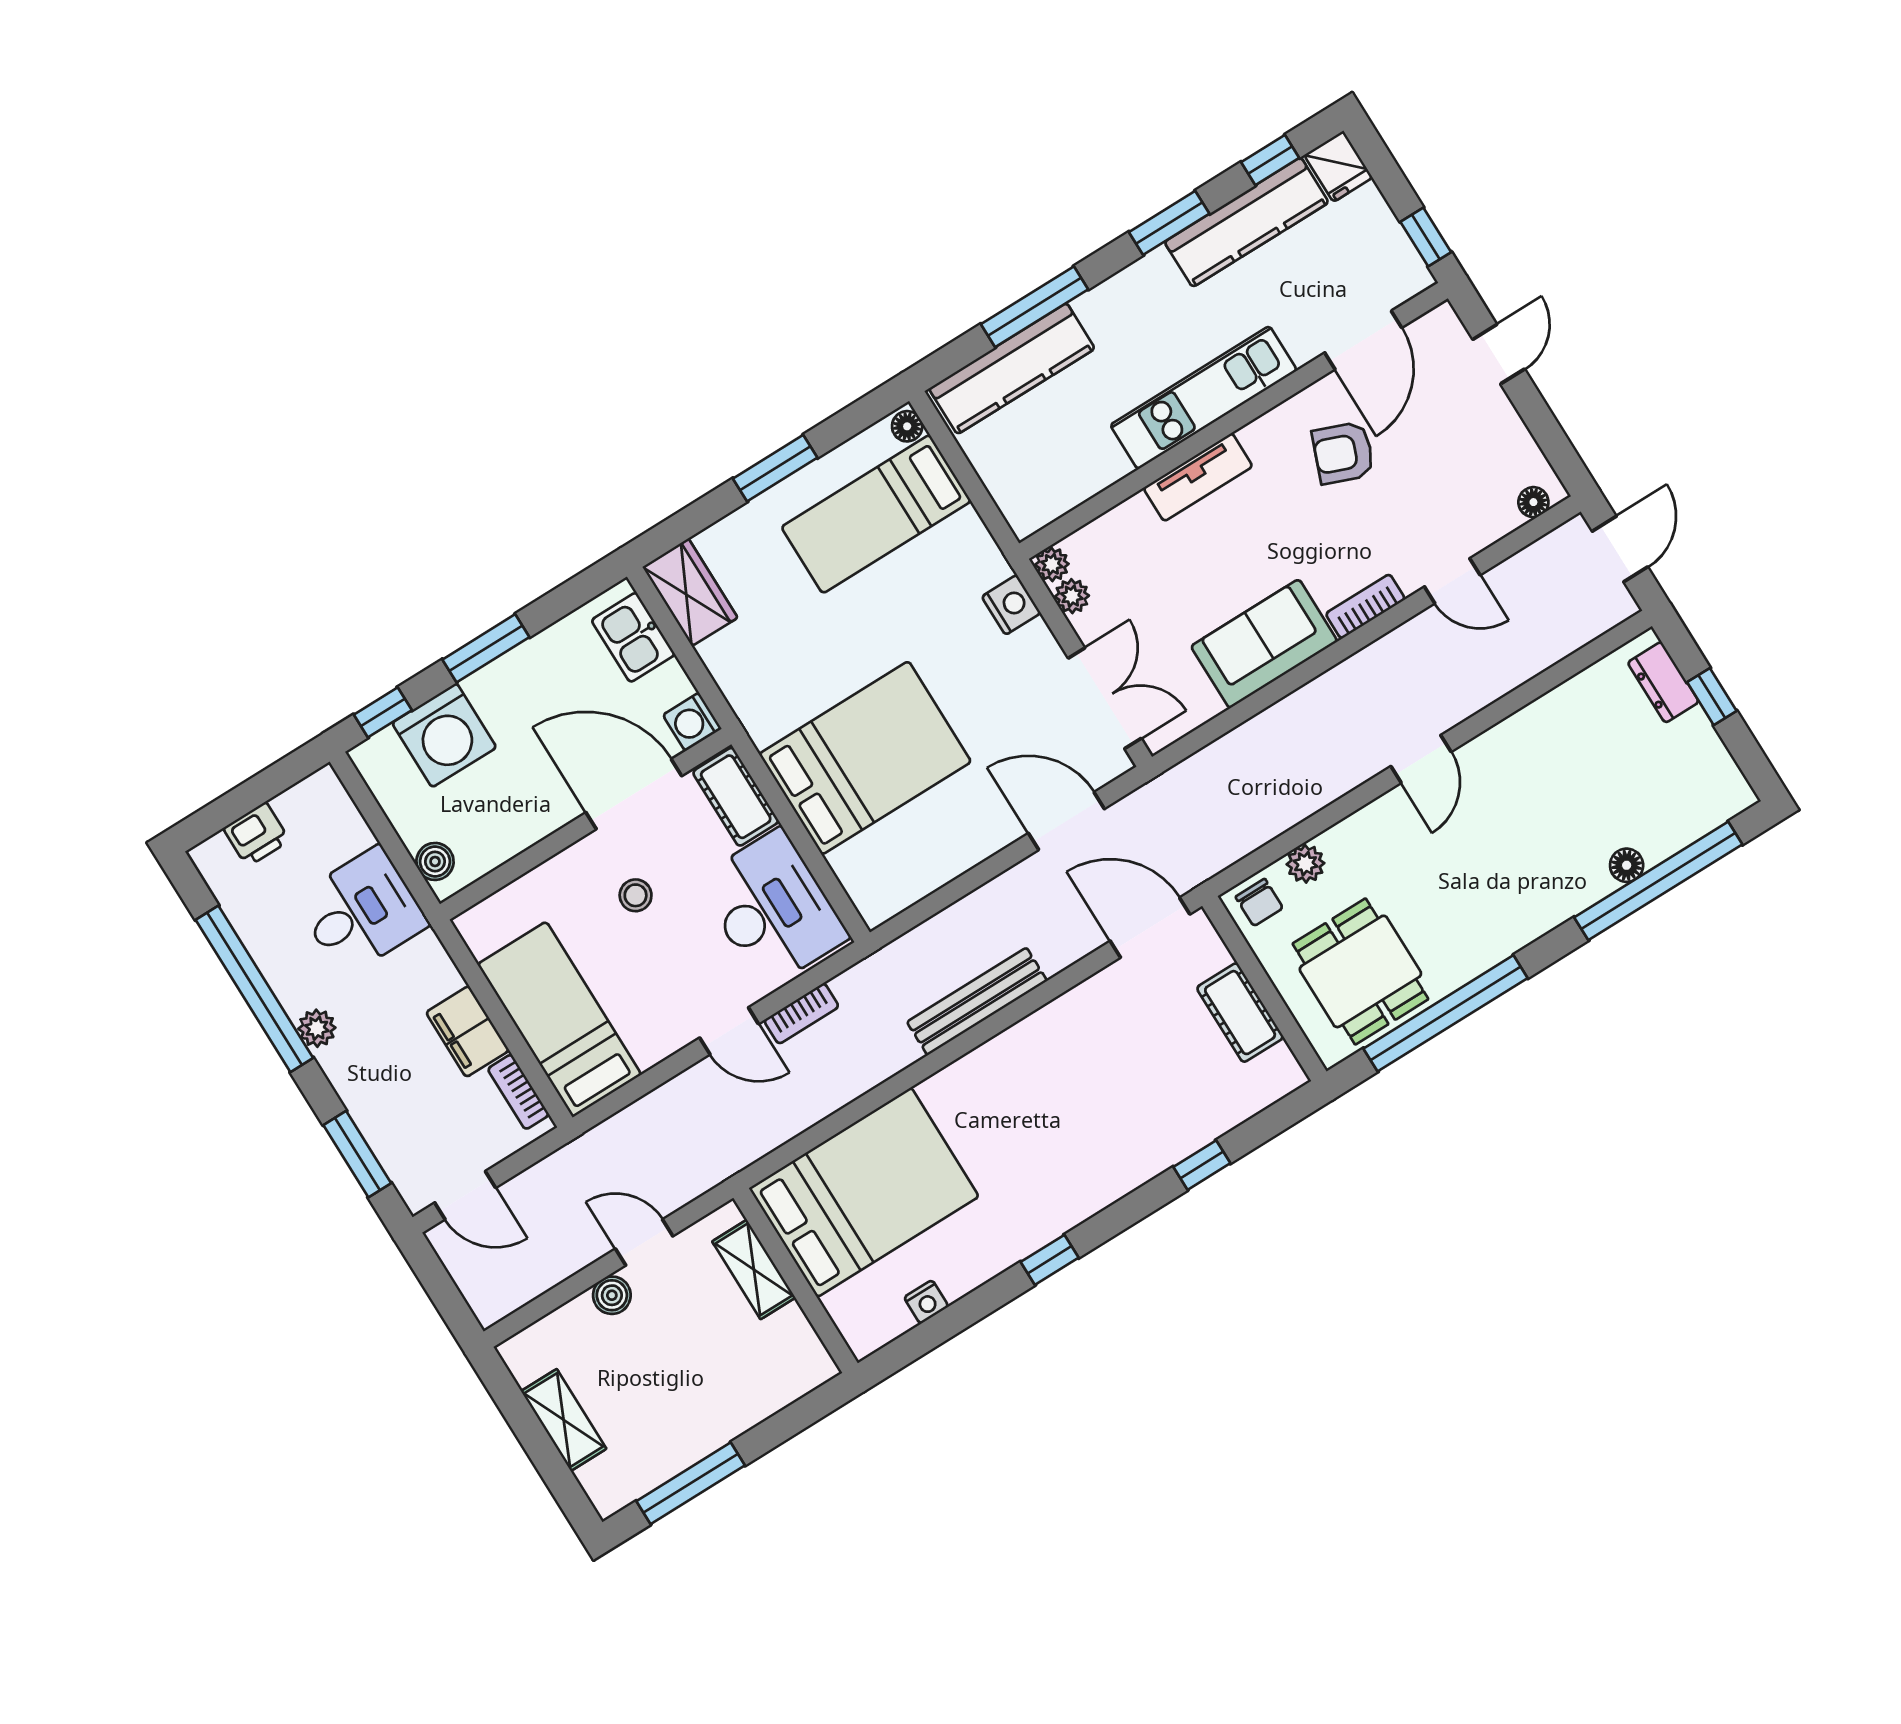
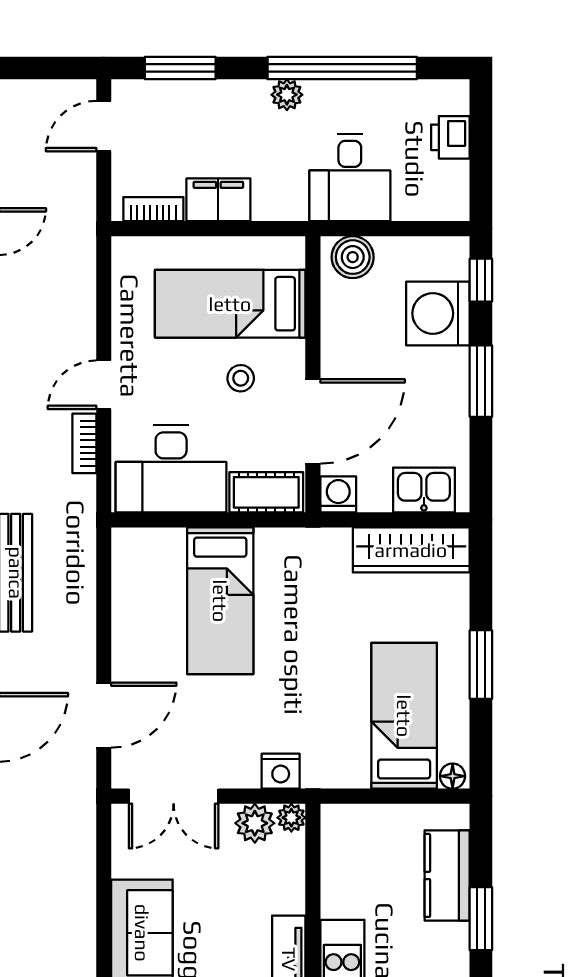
window: (1035, 307) -> (481, 919), width x0.69
kitchen counter: (1012, 369) -> (447, 875), width x0.67
wardrobe: (690, 592) -> (411, 550), width x1.50
plant: (1072, 596) -> (255, 823), width x1.38, depth x1.38
bed: (865, 758) -> (220, 601), width x0.67
boiler: (435, 861) -> (353, 257), width x1.36, depth x1.36
bed: (559, 1019) -> (230, 304), moved, turned 180

